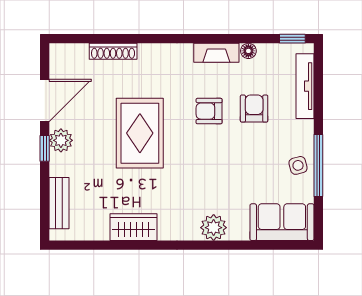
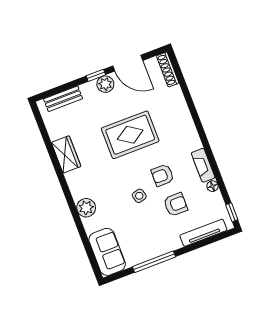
shoe rack: (113, 51) -> (168, 69), moved
armchair: (209, 111) -> (162, 175), turned -90
side table: (298, 165) -> (139, 196), moved

